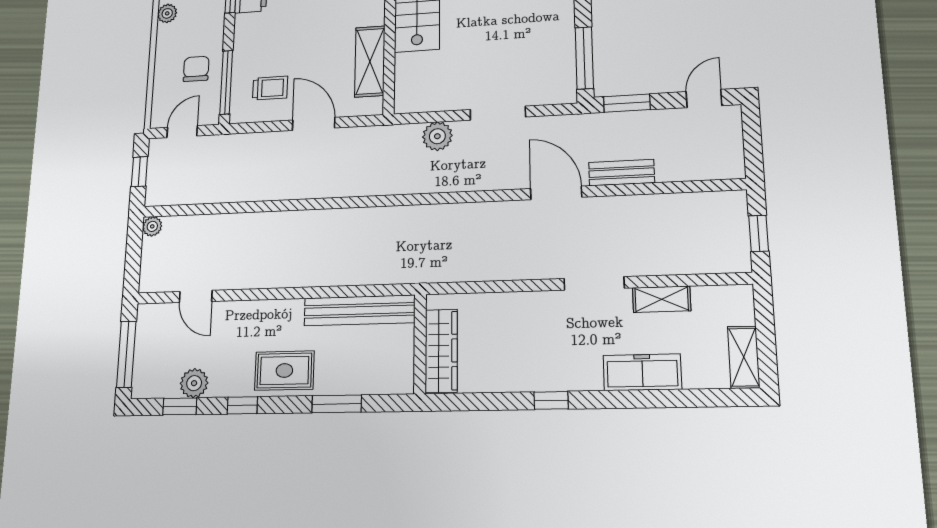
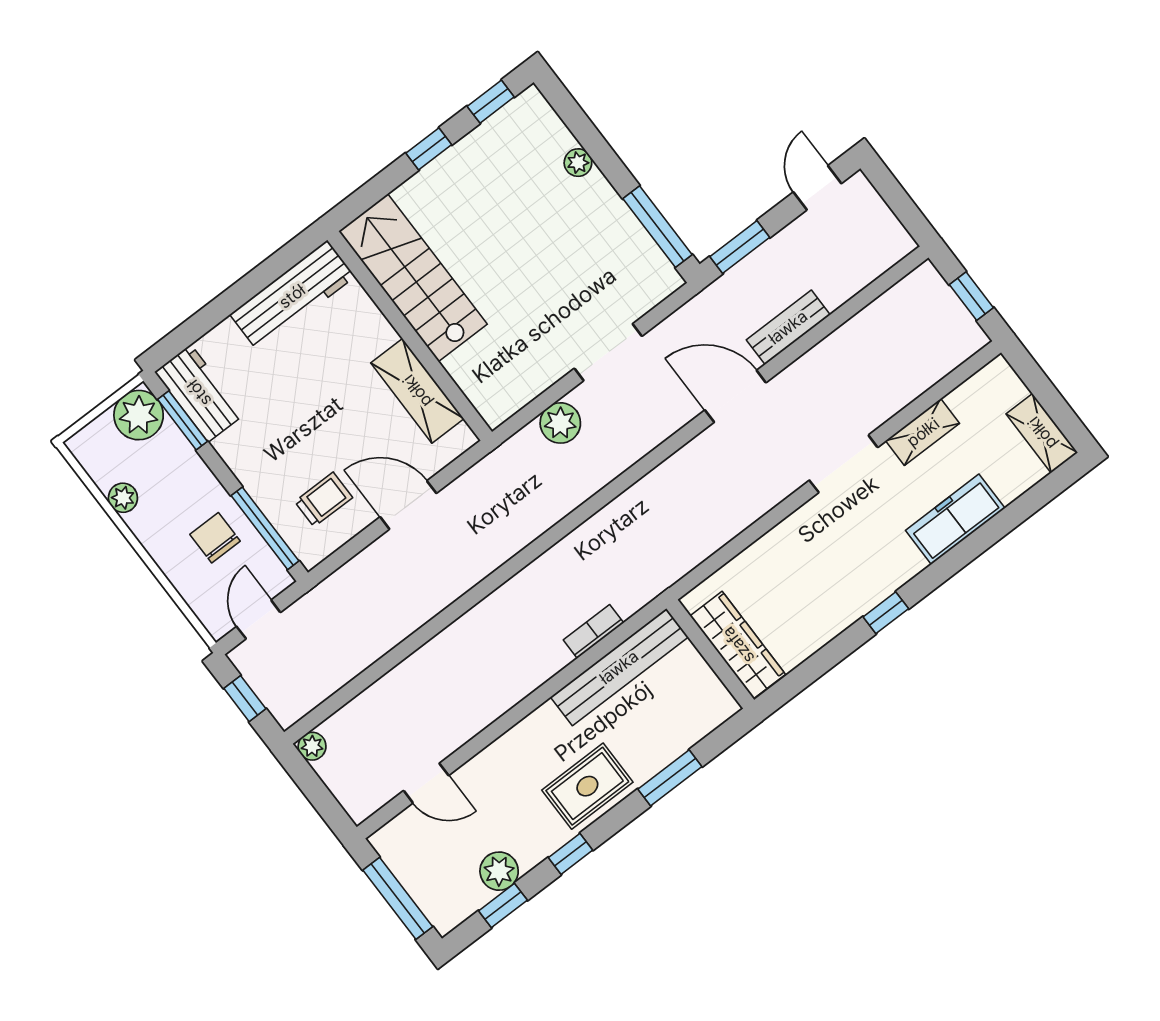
bookcase: (361, 277) -> (594, 631), added

